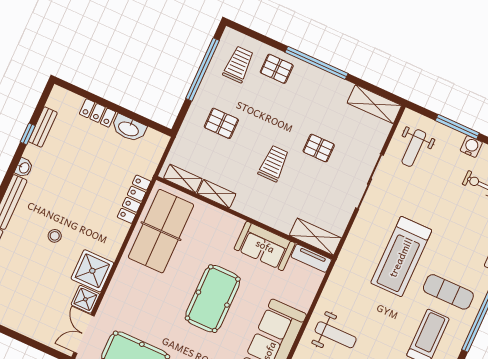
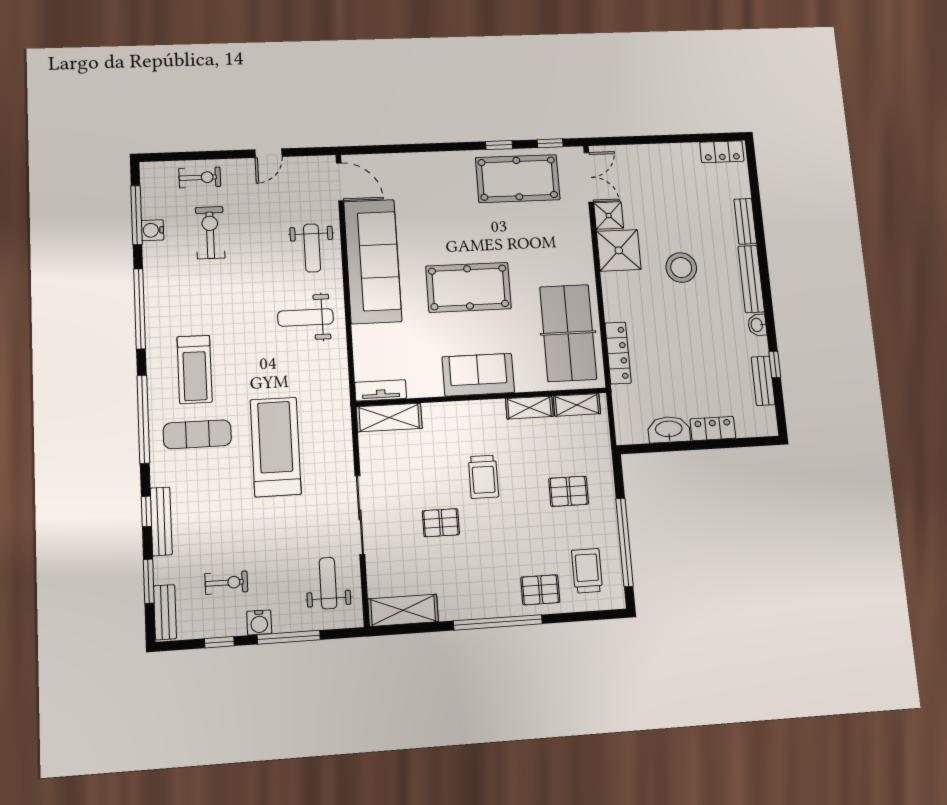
trolley: (238, 64) -> (587, 571), turned 180
stool: (55, 236) -> (681, 268), width x1.89, depth x1.89
sofa: (265, 246) -> (478, 375), moved
pool table: (213, 299) -> (469, 287), turned 90

